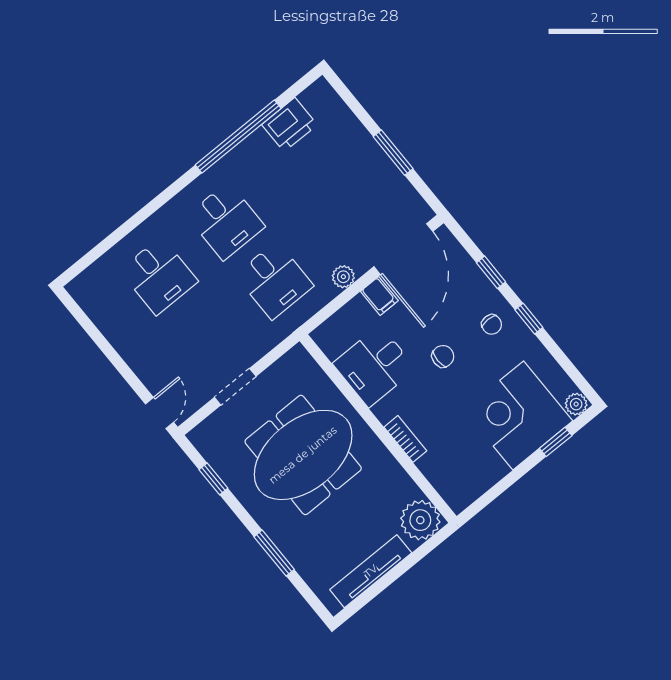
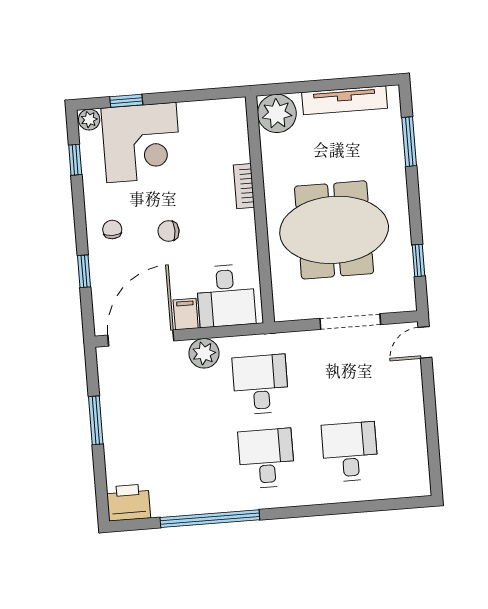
printer: (289, 125) -> (128, 502), moved
plant: (343, 277) -> (204, 353), width x1.38, depth x1.38
window: (529, 319) -> (75, 160), moved
desk: (374, 366) -> (226, 296), moved, turned 90
doorway: (235, 387) -> (350, 322), width x1.38
window: (274, 553) -> (409, 142), moved

